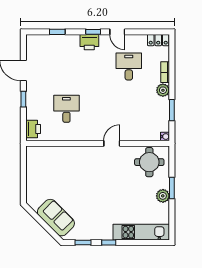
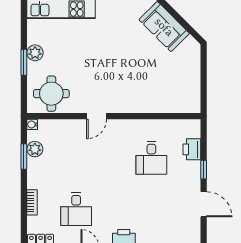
plant: (163, 90) -> (35, 149), moved
printer: (33, 129) -> (192, 149), moved

